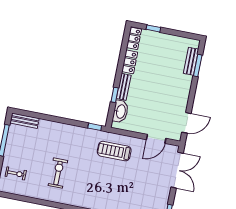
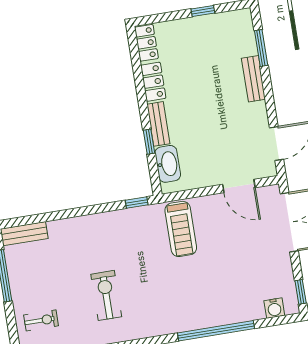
window: (153, 28) -> (203, 11), moved
bench: (191, 61) -> (253, 79), moved
door: (156, 139) -> (239, 186), hinge flipped
treadmill: (114, 151) -> (181, 229), turned -90

